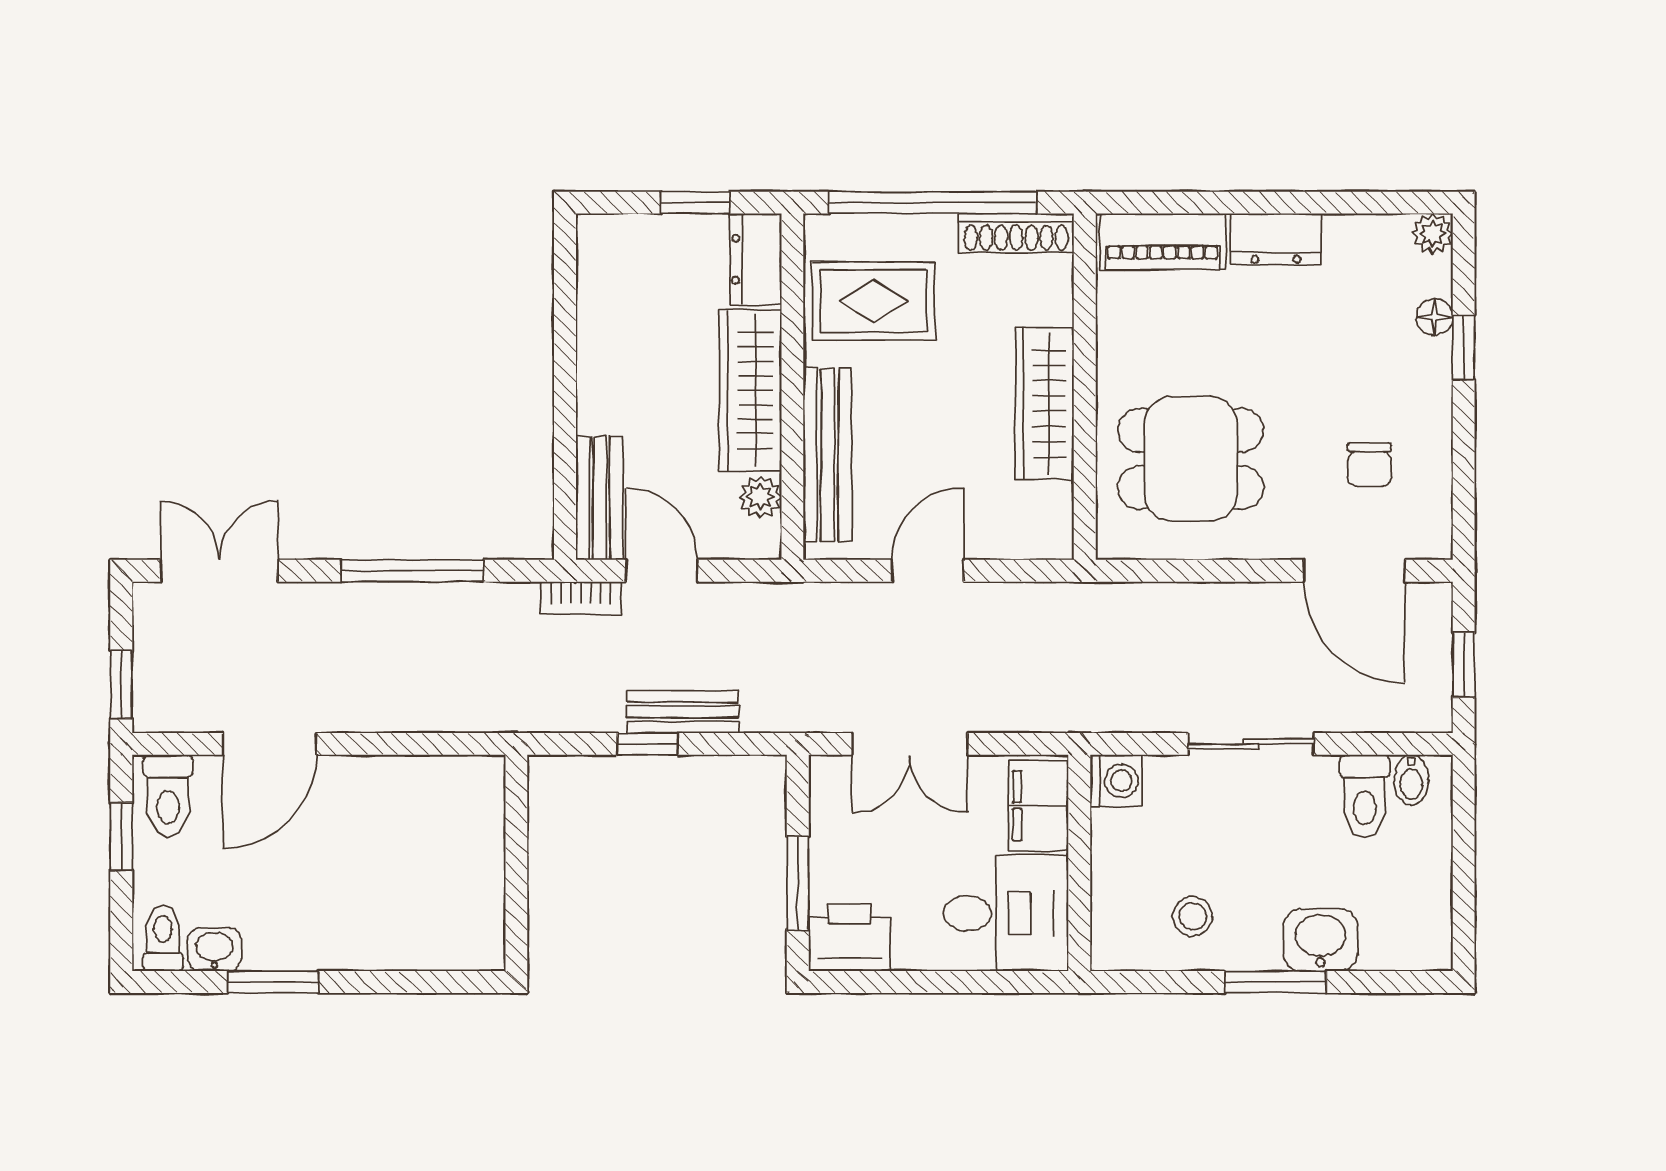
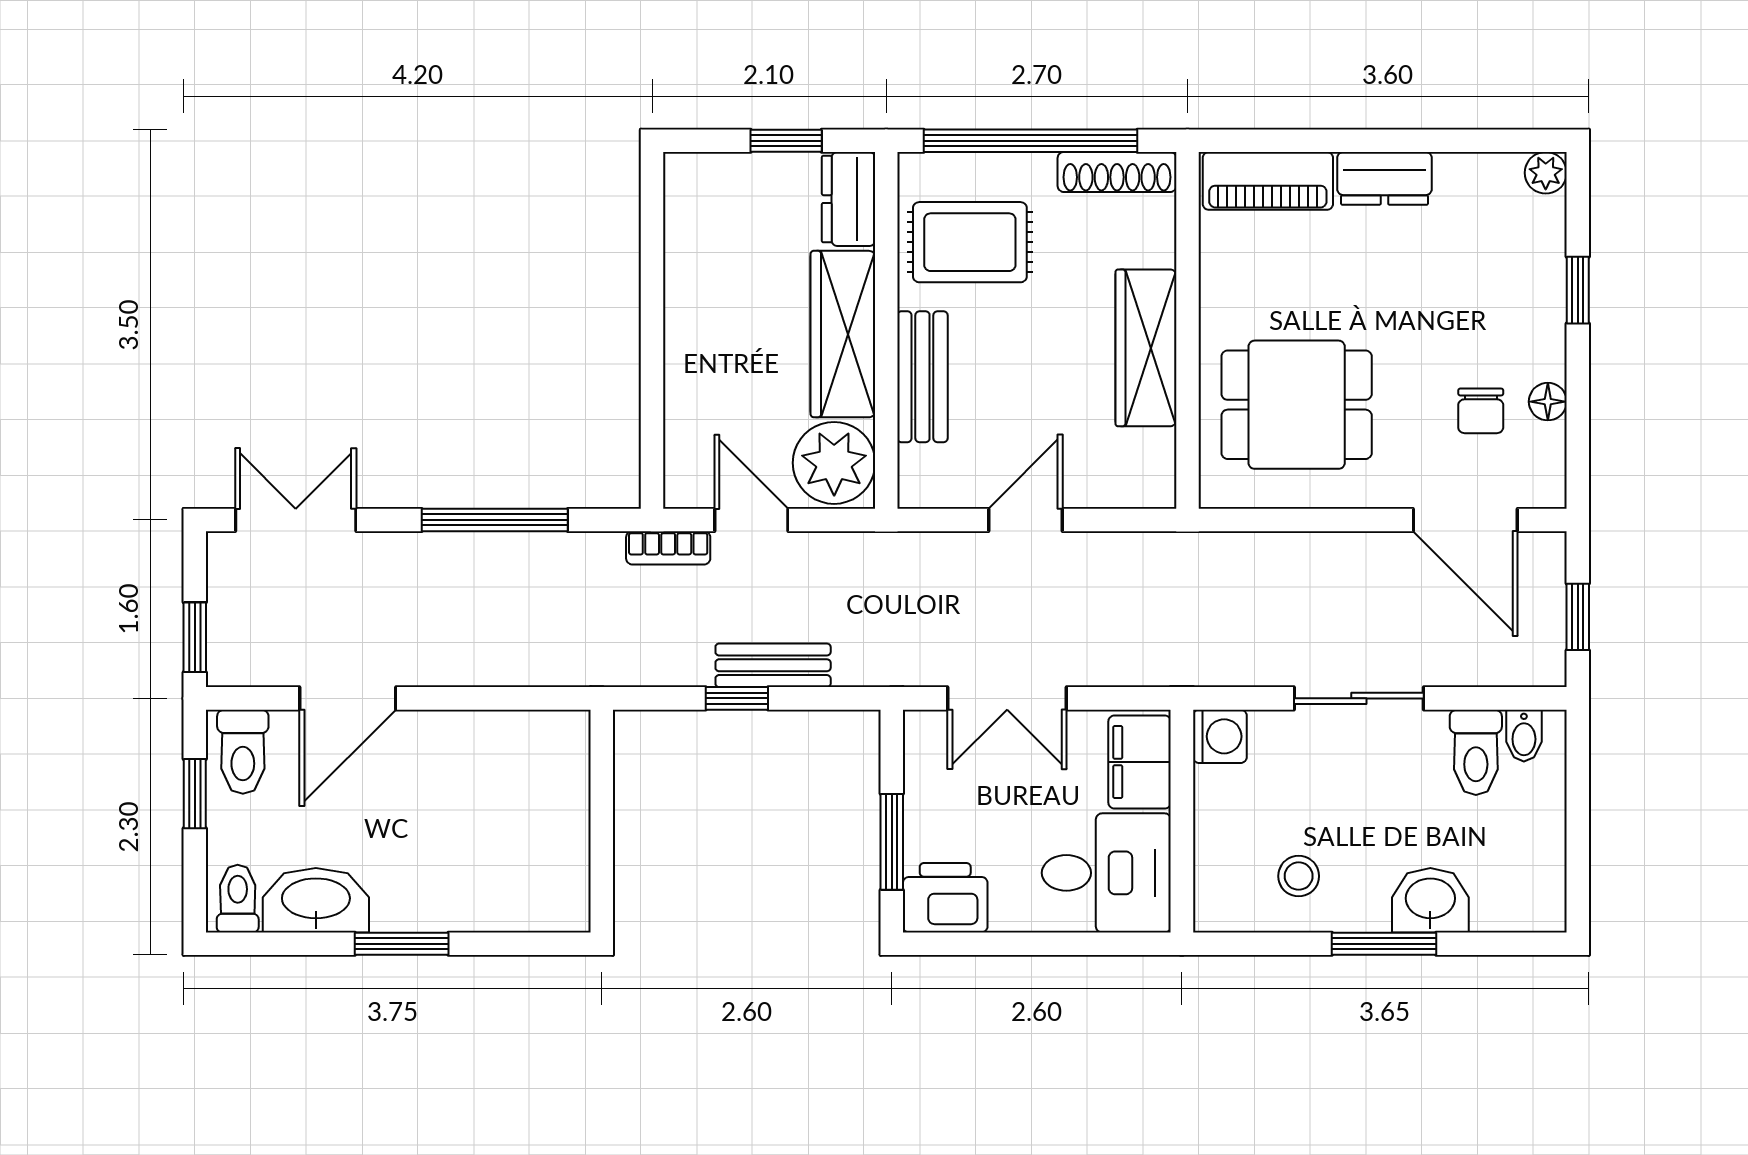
floor lamp: (1434, 317) -> (1548, 402), moved
bench: (828, 455) -> (922, 377), width x0.73
plant: (760, 497) -> (834, 463), width x1.87, depth x1.87
bench: (599, 498) -> (688, 445), removed
washbasin: (214, 950) -> (316, 900), width x1.91, depth x1.45
window: (273, 982) -> (402, 944), moved

